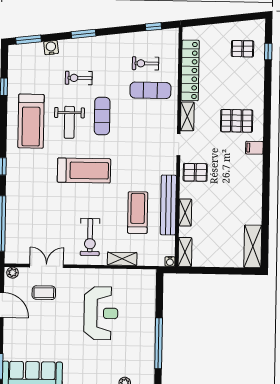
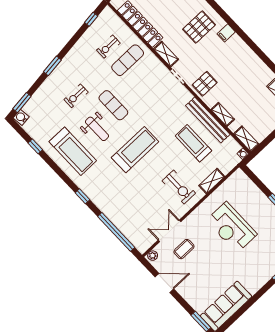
water cooler: (51, 48) -> (21, 117), moved
reception desk: (101, 313) -> (232, 227), turned 180

